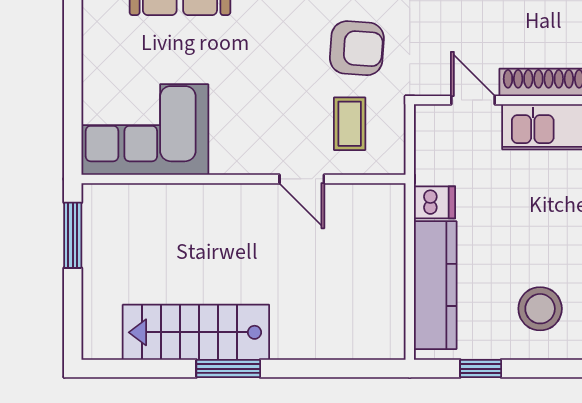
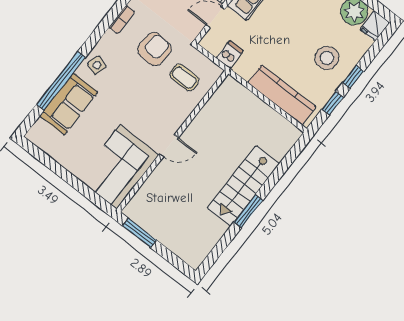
door: (302, 179) -> (169, 146), moved
dishwasher: (435, 202) -> (230, 54), moved
stairs: (196, 332) -> (243, 186), moved
window: (542, 369) -> (353, 77), added

